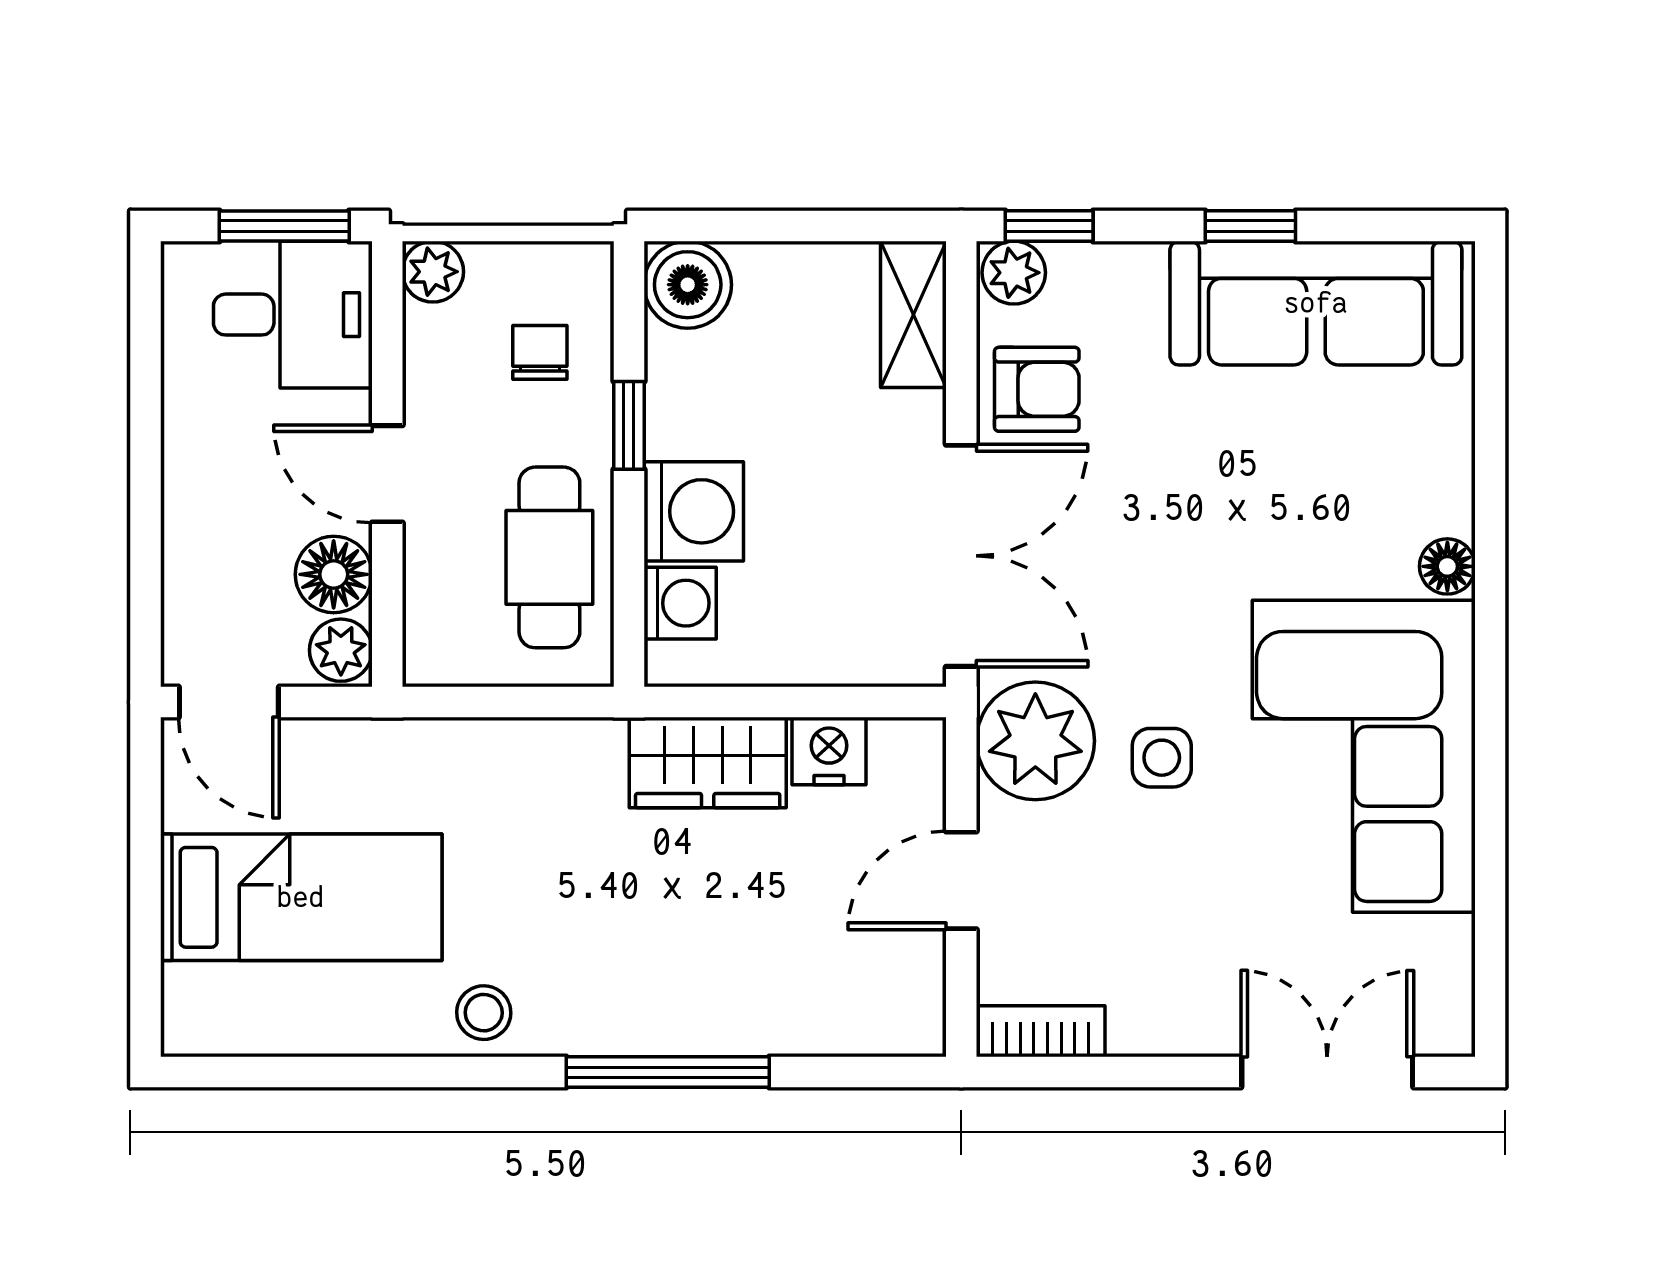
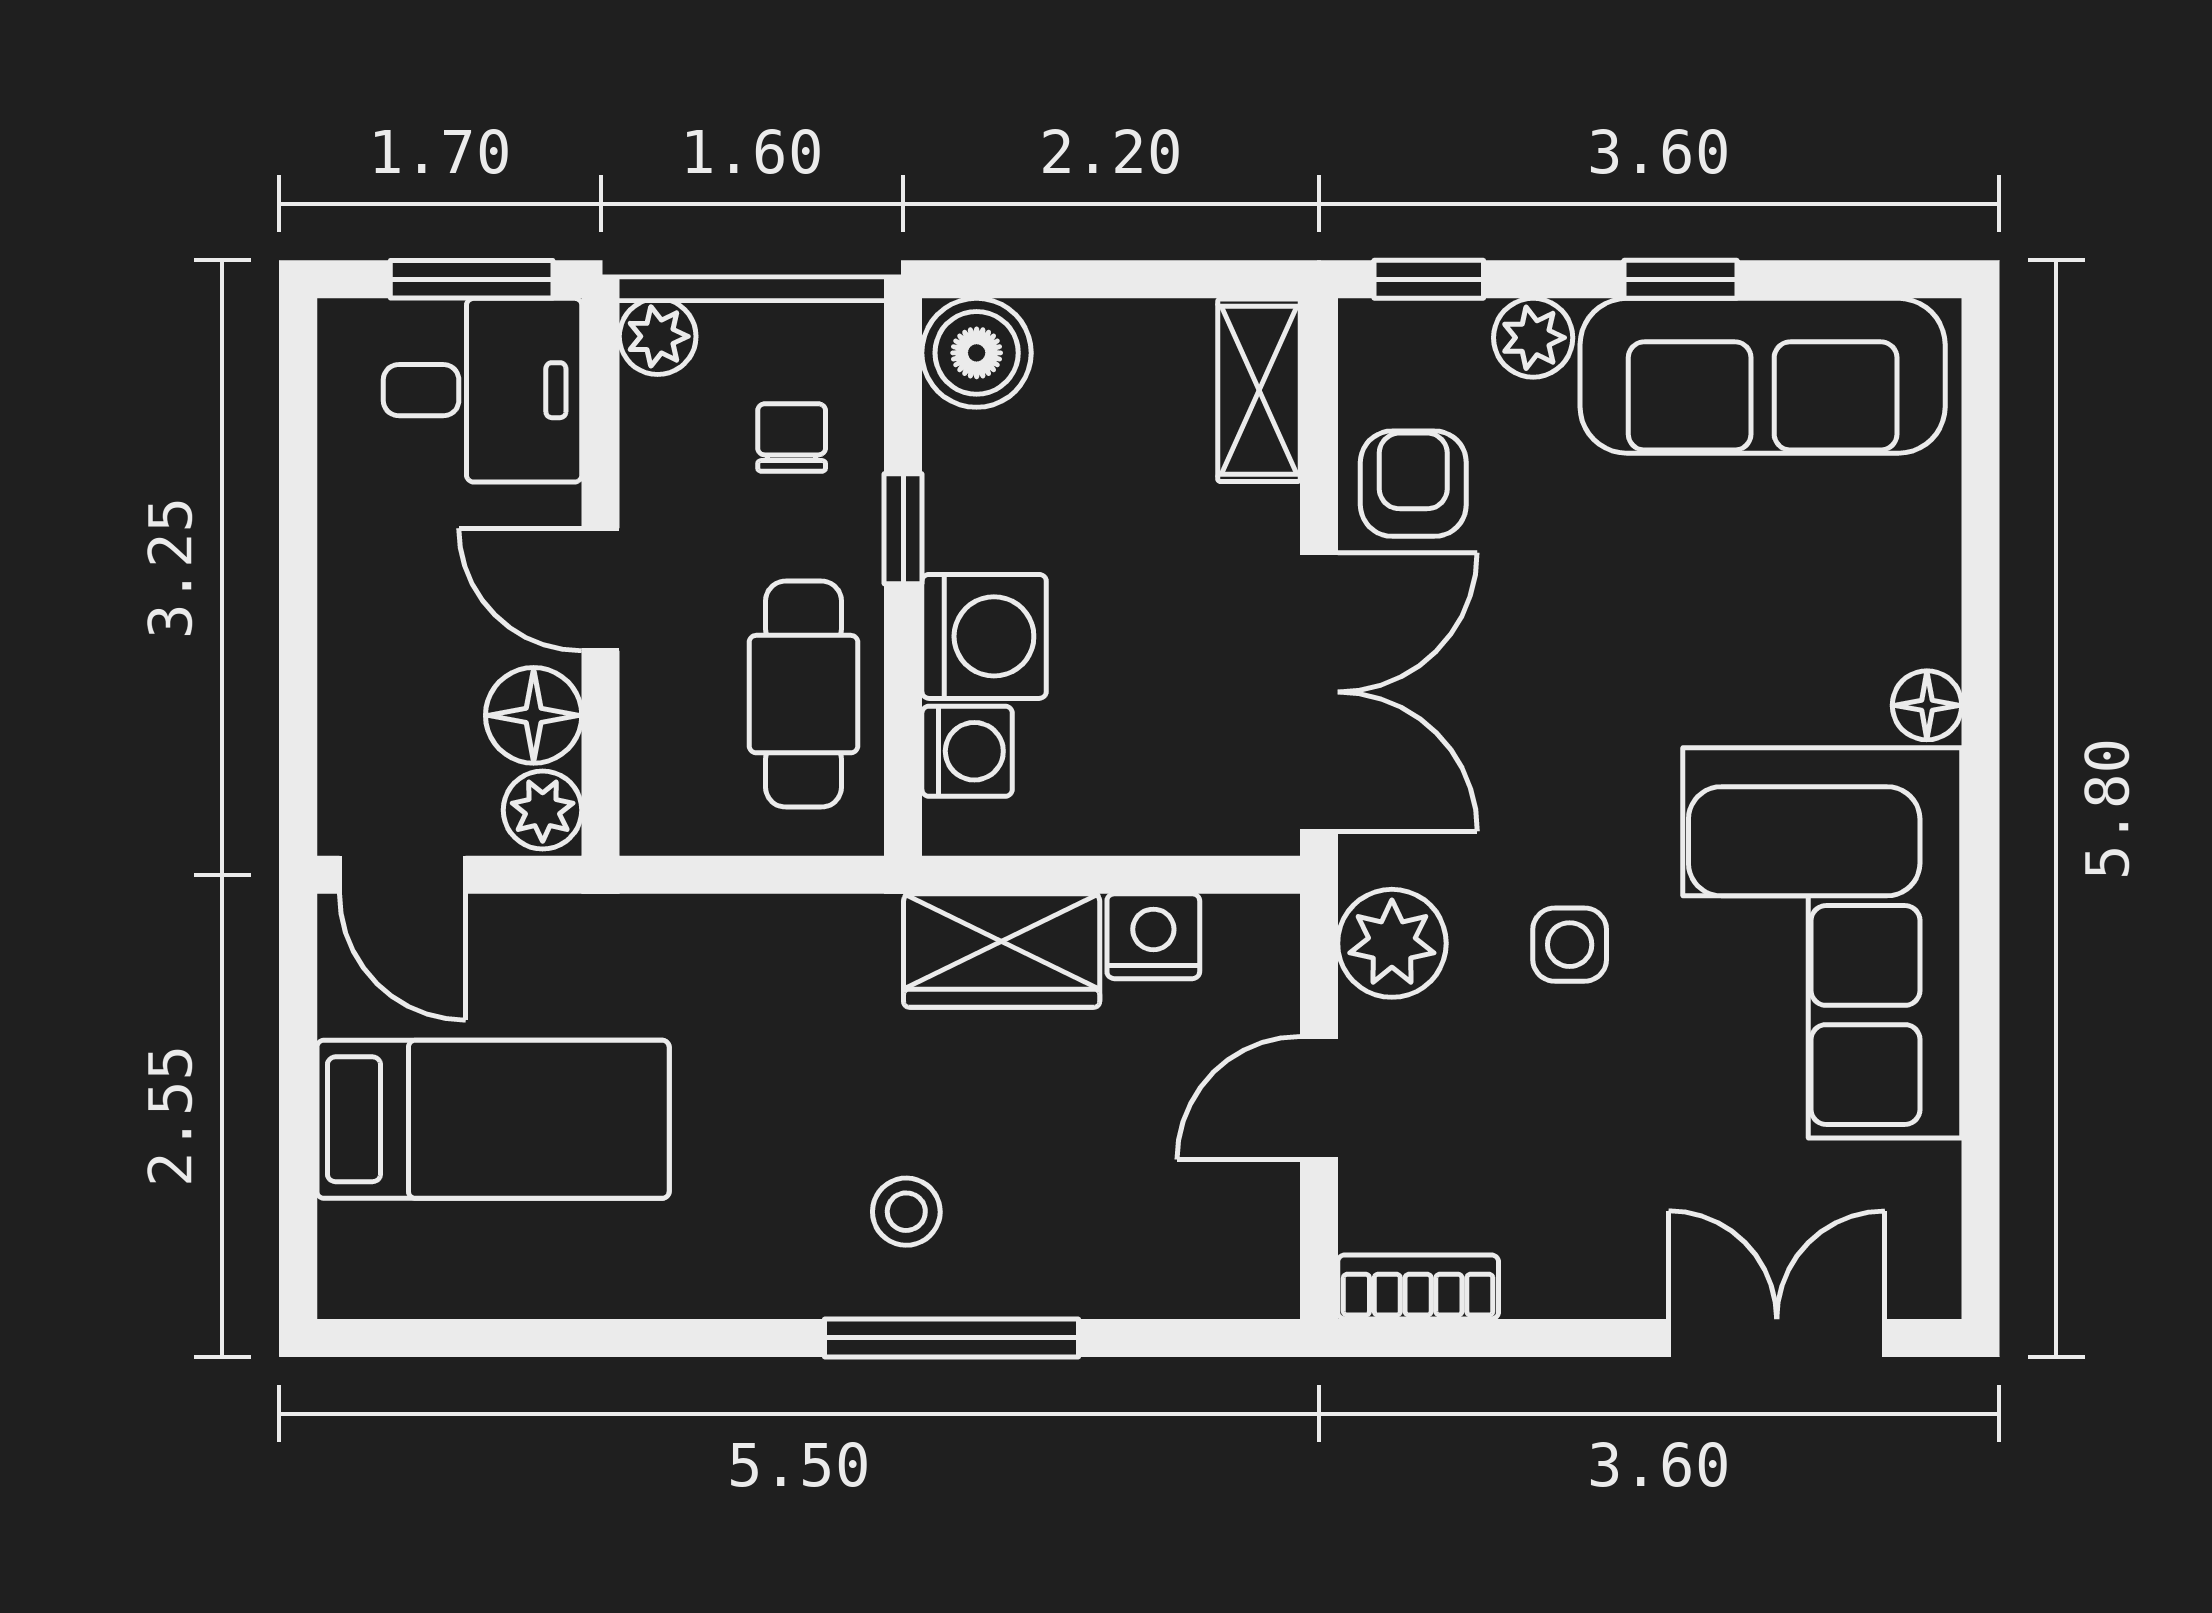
plant: (1014, 273) -> (1533, 338), moved
armchair: (1037, 389) -> (1413, 484), turned -90
plant: (1035, 741) -> (1392, 943), width x0.73, depth x0.73
stool: (484, 1013) -> (906, 1212), moved

